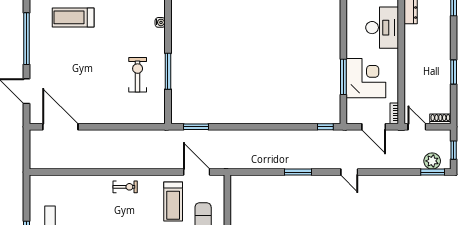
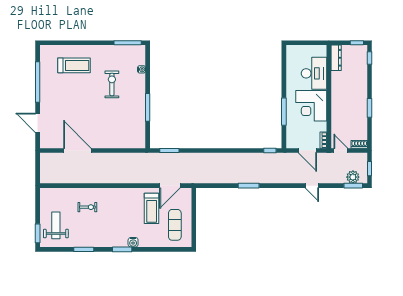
treadmill: (73, 17) -> (74, 65), turned 180
exercise bike: (138, 75) -> (112, 84), moved
corner desk: (366, 78) -> (311, 106), moved, turned 180
door: (60, 127) -> (77, 150), moved
door: (197, 172) -> (170, 186), swing flipped
door: (349, 172) -> (312, 186), moved
exercise bike: (125, 187) -> (87, 207), moved

